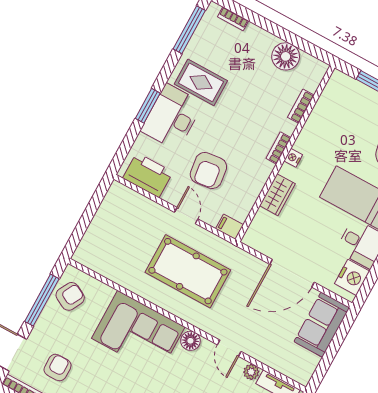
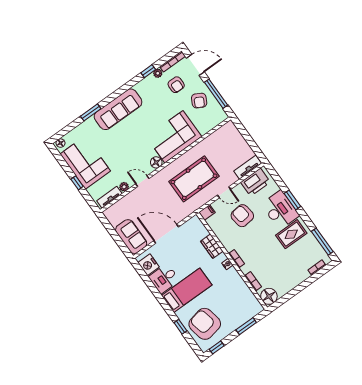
floor lamp: (286, 56) -> (269, 296), moved
tv unit: (131, 198) -> (248, 167), added
door: (292, 273) -> (166, 234), hinge flipped
armchair: (70, 296) -> (199, 101), moved

